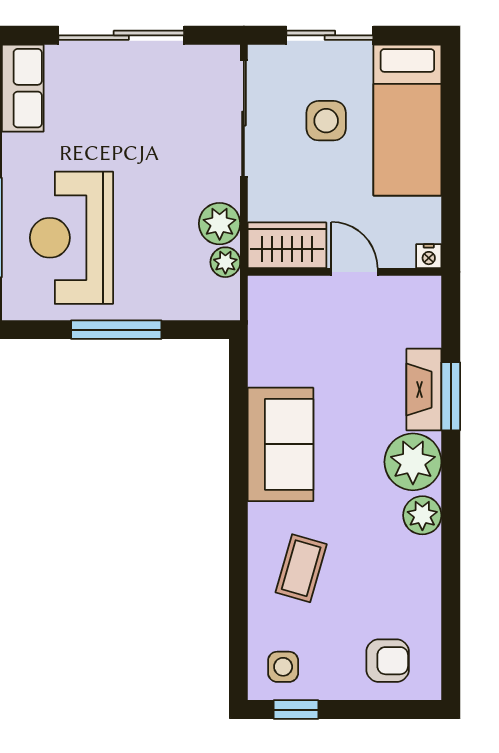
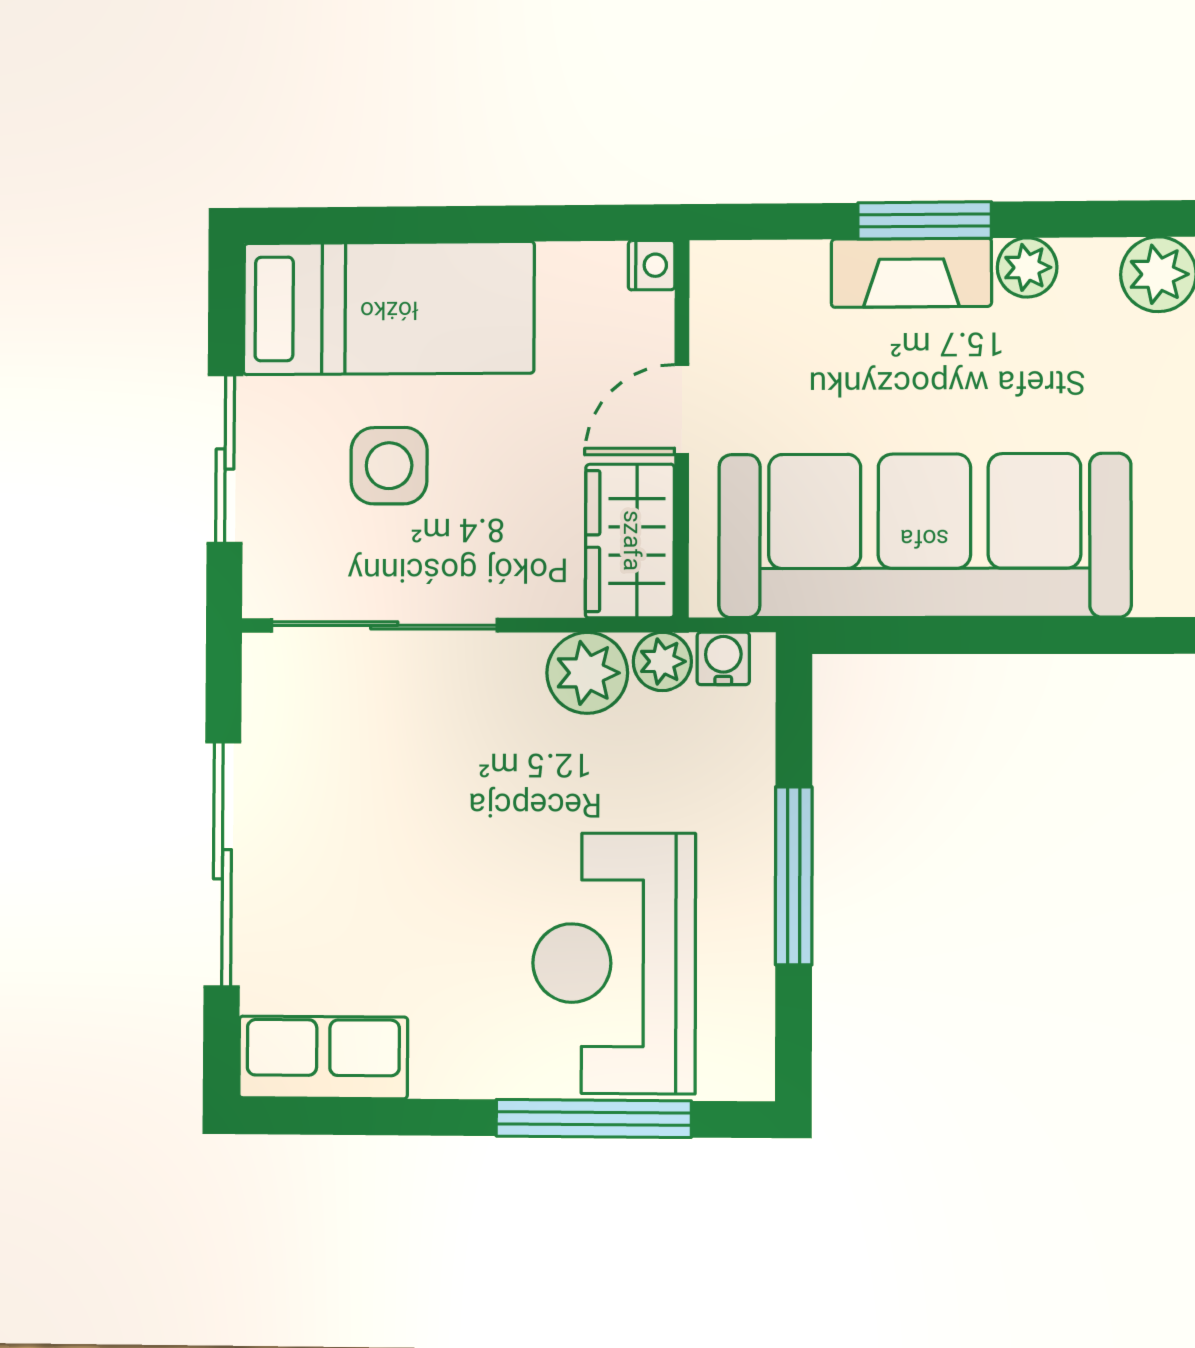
reception desk: (71, 238) -> (614, 963), turned 90
water cooler: (227, 293) -> (723, 658), added
sofa: (281, 444) -> (924, 536), width x1.85, depth x1.27
plant: (413, 462) -> (1027, 267), width x0.53, depth x0.53

